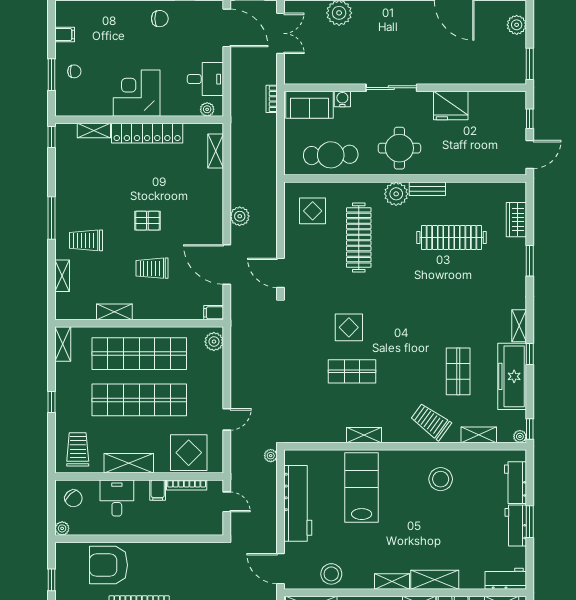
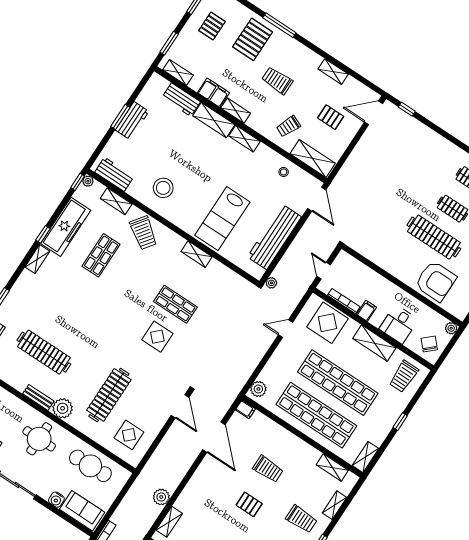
plant: (240, 216) -> (161, 497), moved
shelving: (114, 312) -> (332, 467), moved
workbench: (515, 483) -> (114, 174), moved, turned -90
stool: (331, 574) -> (284, 172), width x0.53, depth x0.53
workbench: (506, 579) -> (181, 100), moved

